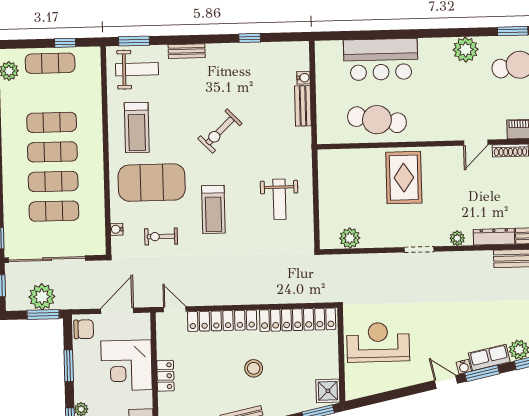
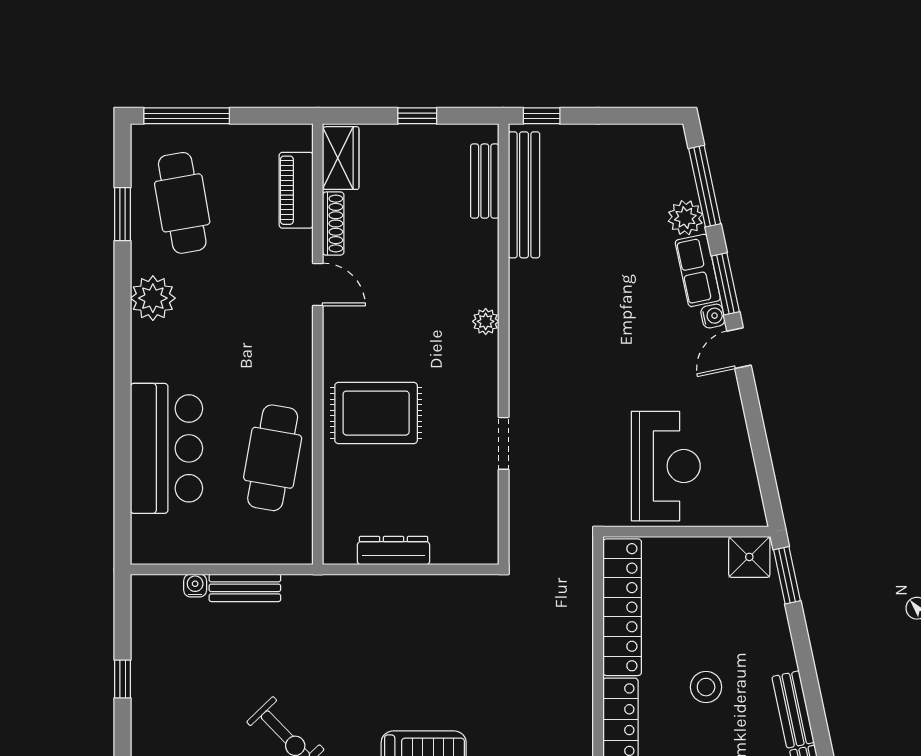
weight bench: (279, 199) -> (409, 634), removed
dresser: (494, 237) -> (394, 551), moved, turned 90
plant: (350, 238) -> (481, 511), removed
doorway: (419, 249) -> (504, 443), moved
reception desk: (378, 342) -> (666, 466), turned 180

